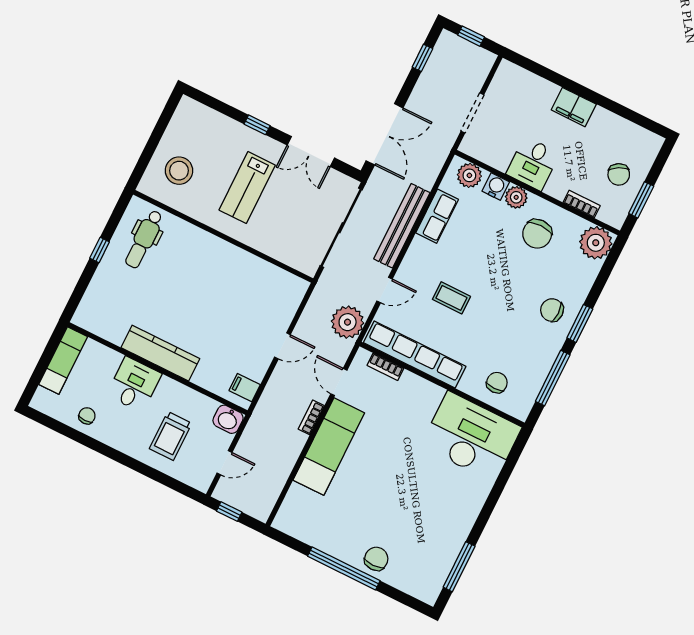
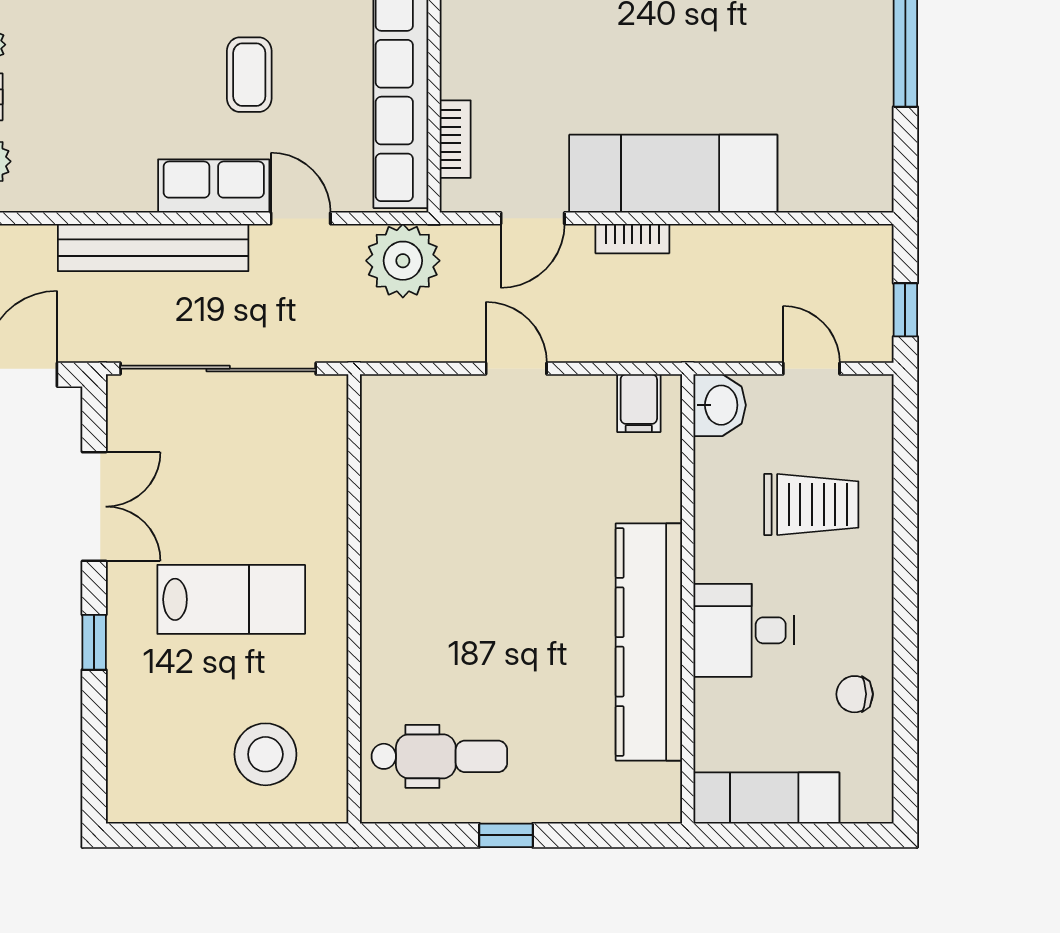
row of seats: (437, 216) -> (214, 186), moved
kitchen counter: (160, 353) -> (649, 642), width x1.39, depth x1.17

